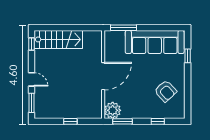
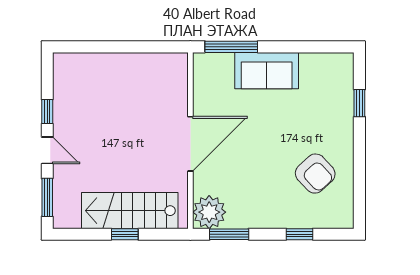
stairs: (58, 39) -> (130, 211), moved, turned 180
sofa: (155, 42) -> (267, 71), width x0.54, depth x0.79
window: (32, 44) -> (47, 112), moved

